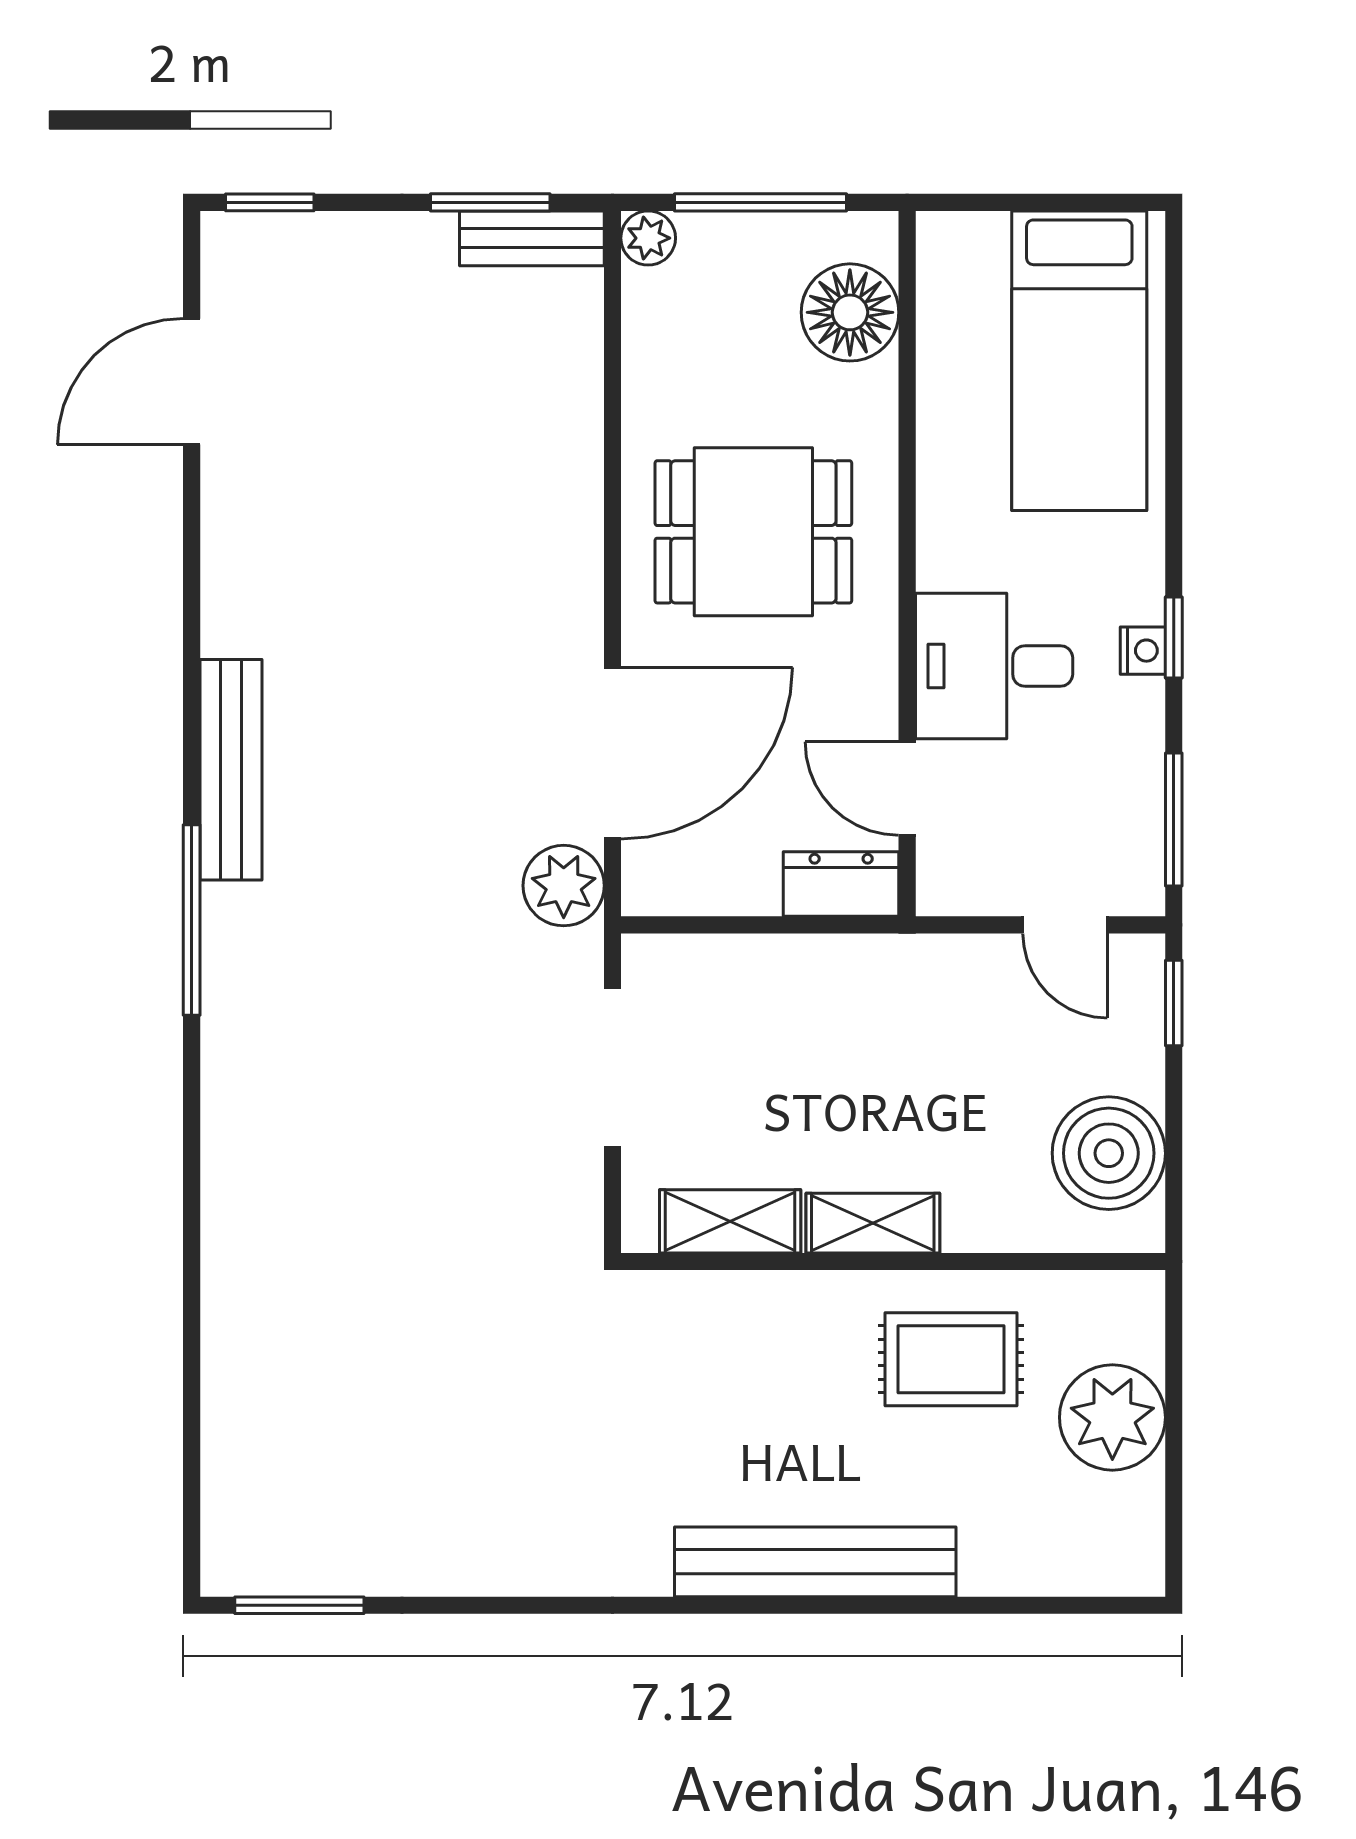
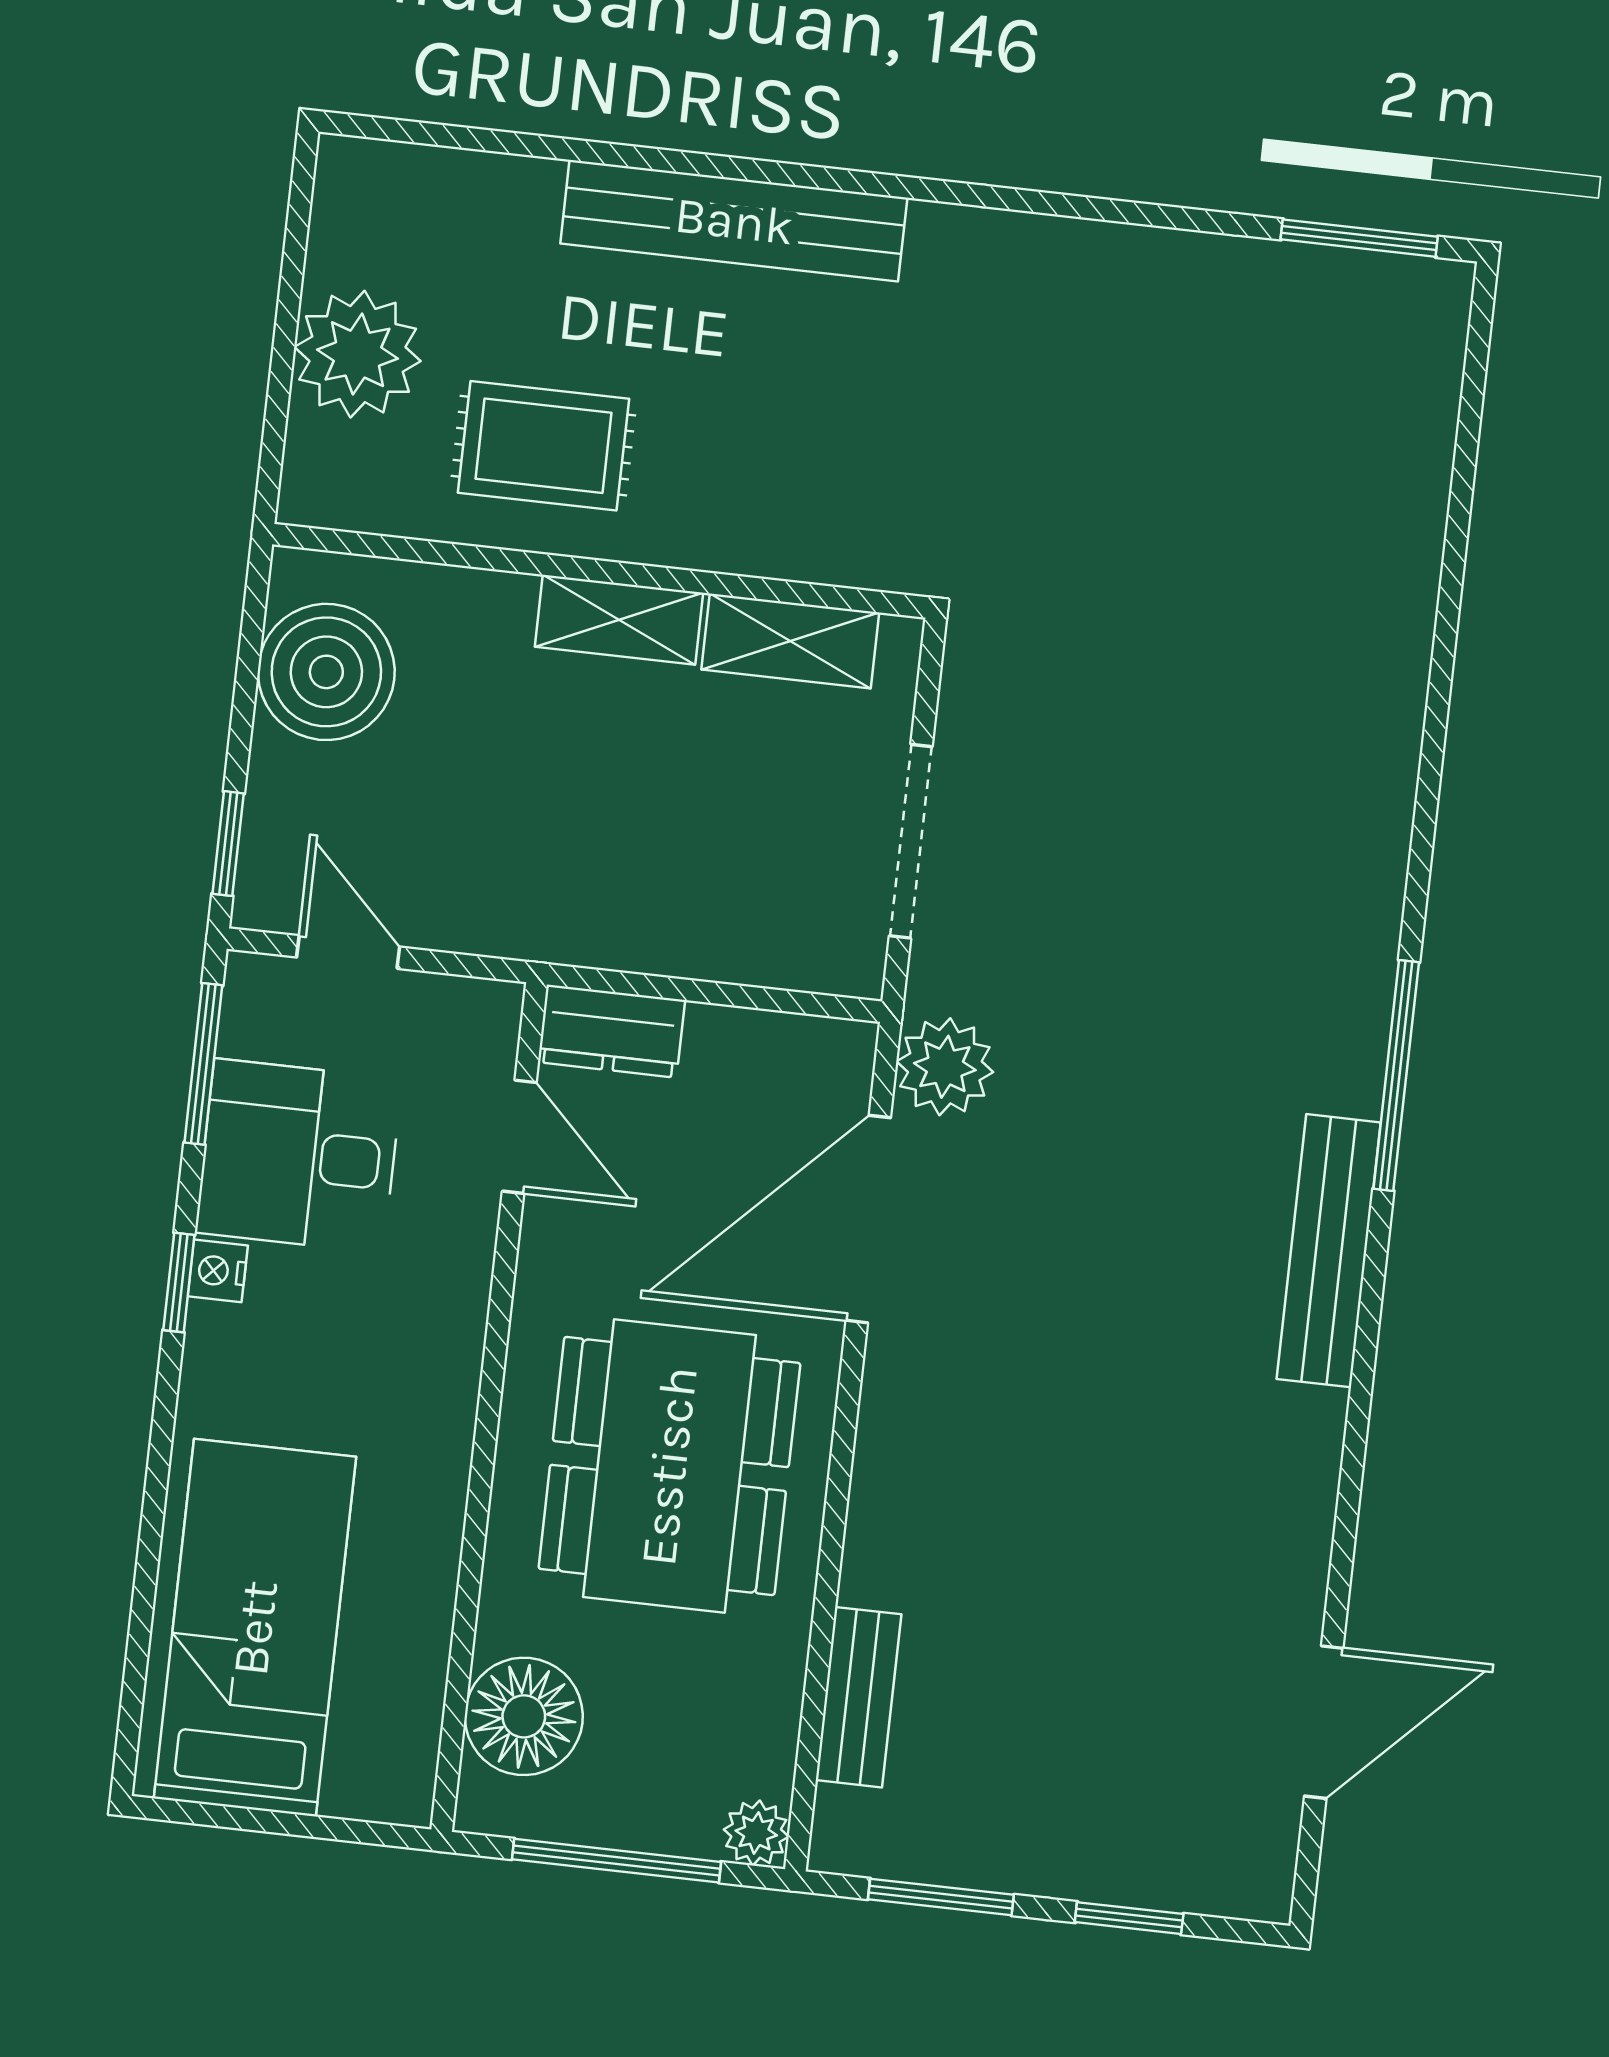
window: (270, 202) -> (1129, 1918), moved
bench: (532, 238) -> (858, 1697), moved, turned 90
dining table: (753, 532) -> (669, 1466), width x1.38
desk: (994, 666) -> (299, 1156), moved, turned 180

